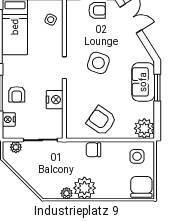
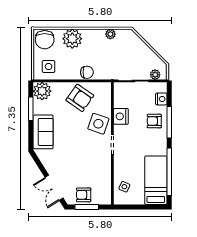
side table: (98, 63) -> (98, 124), moved
window: (157, 88) -> (31, 109), moved
armchair: (17, 94) -> (154, 121), turned -90
plant: (84, 188) -> (72, 39), moved

